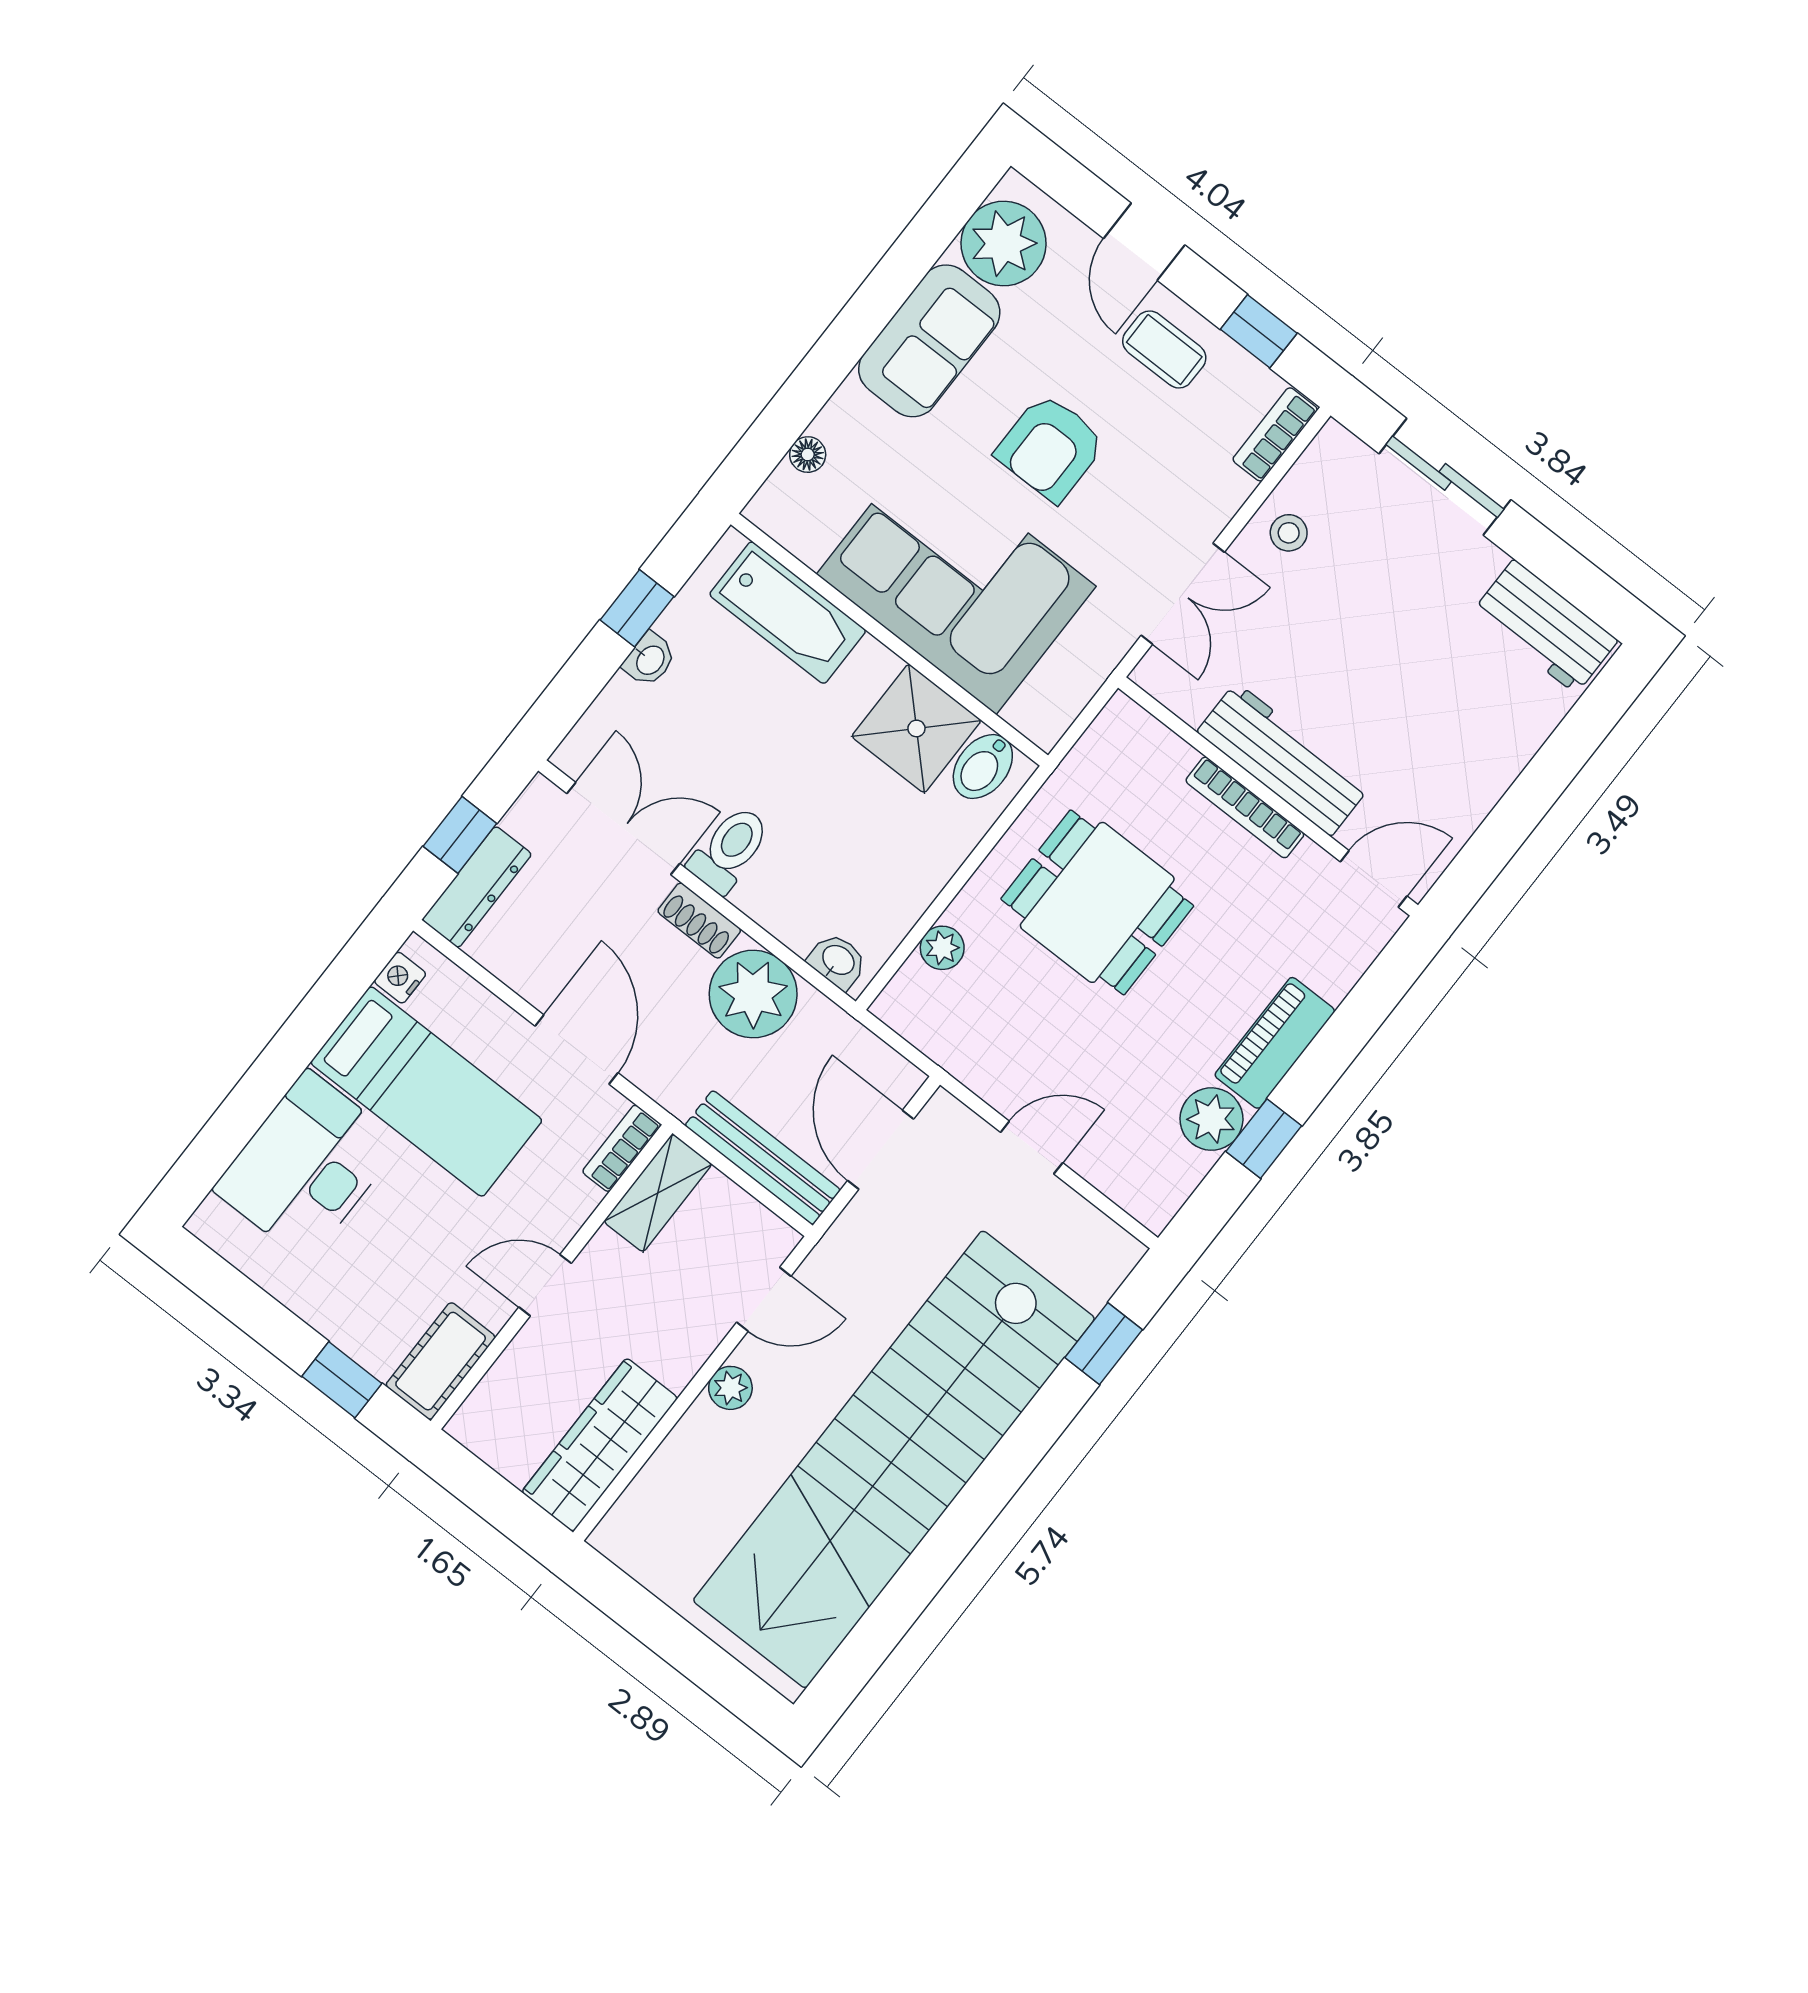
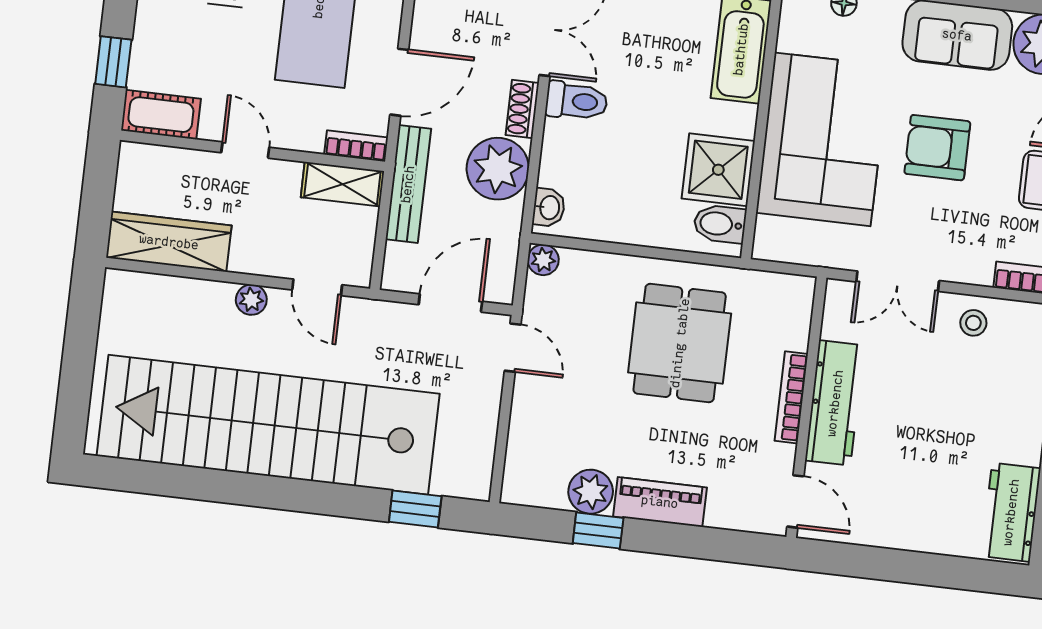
plant: (942, 948) -> (543, 260), moved
door: (1032, 1148) -> (513, 348), moved
bench: (763, 1158) -> (408, 184), moved

